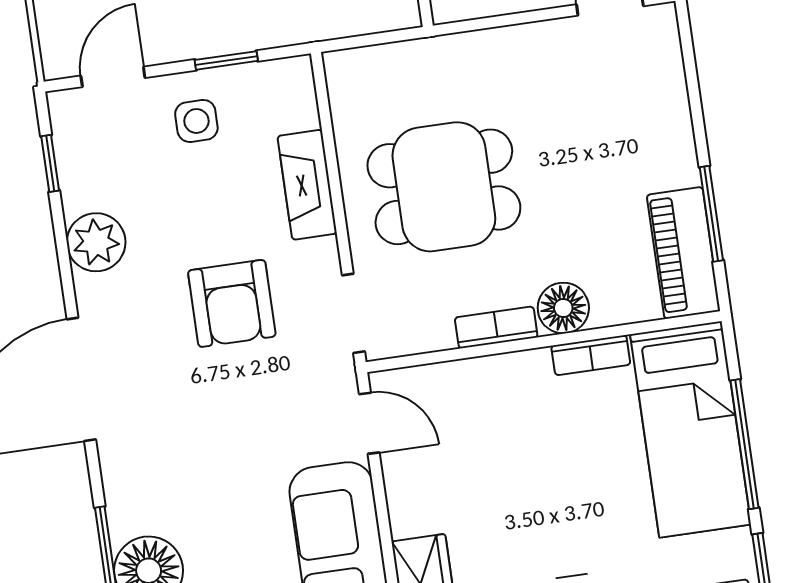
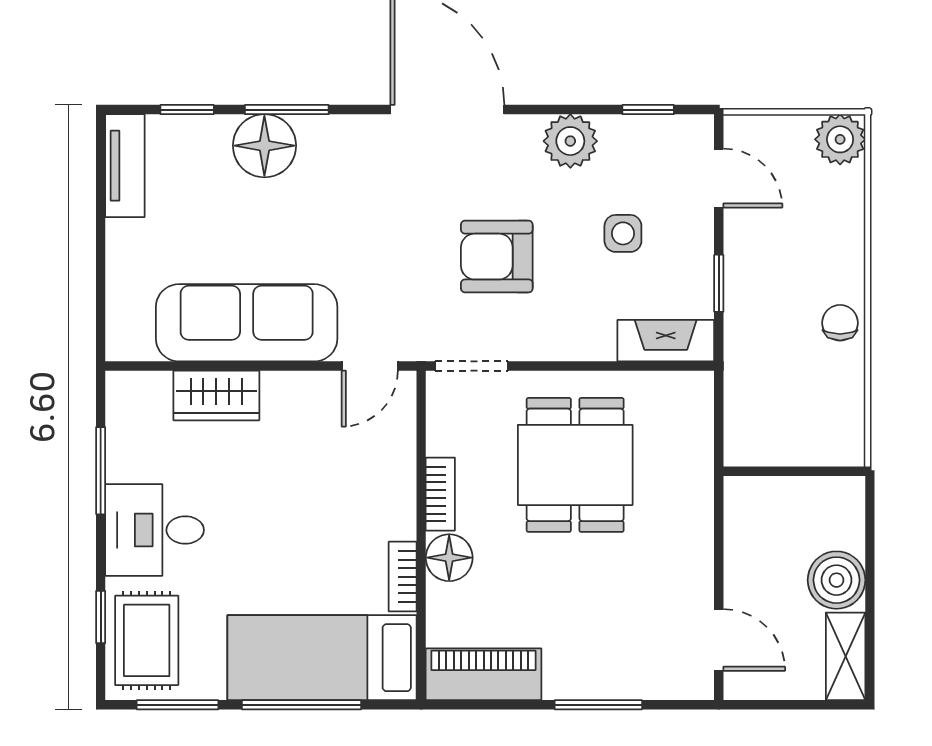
side table: (196, 121) -> (623, 233), moved
fireplace: (307, 185) -> (666, 341), moved
window: (711, 214) -> (598, 705), moved

